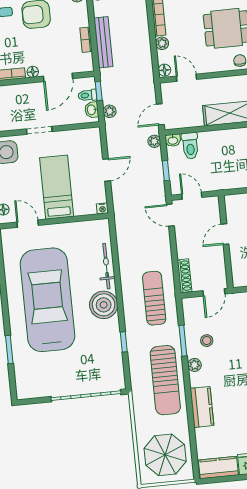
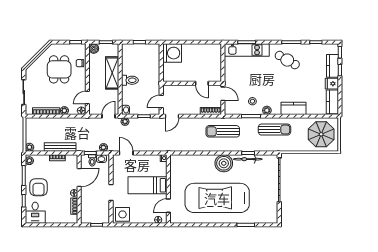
door: (58, 77) -> (79, 177), hinge flipped
door: (160, 114) -> (109, 116), swing flipped
toilet: (190, 146) -> (130, 80), moved
door: (107, 170) -> (126, 153), moved
door: (225, 234) -> (202, 83), moved
bicycle: (106, 266) -> (248, 159), moved
sun lounger: (165, 380) -> (275, 130), width x0.73, depth x0.75

